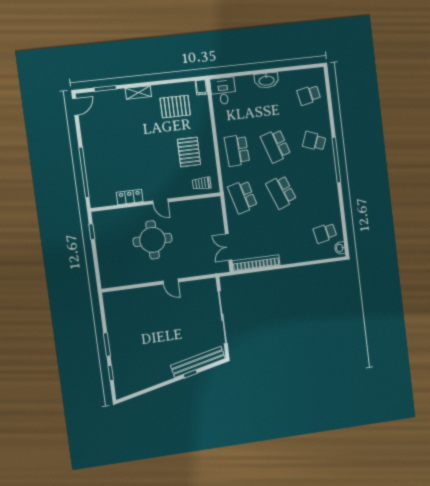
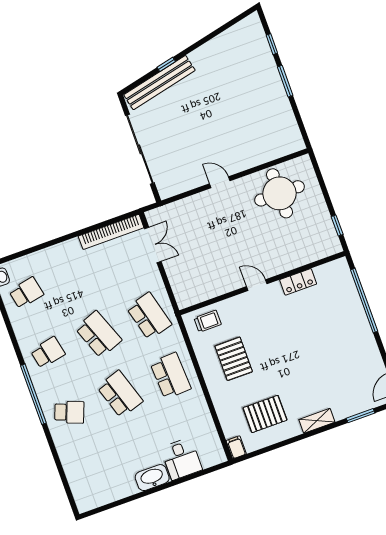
desk: (223, 91) -> (181, 459), moved
school desk: (309, 95) -> (48, 352), moved
round table: (153, 240) -> (279, 193), moved

